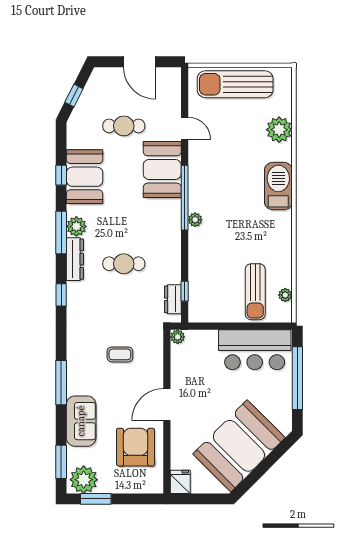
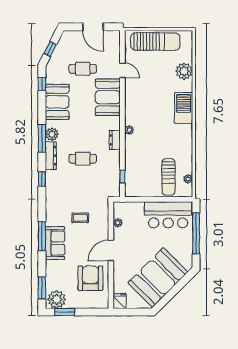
sun lounger: (235, 84) -> (155, 42), turned 180
window: (61, 175) -> (42, 84), moved
window: (185, 198) -> (122, 116), removed
dresser: (173, 299) -> (115, 140), moved
plant: (178, 337) -> (118, 223), moved
sofa: (81, 421) -> (55, 243), moved

